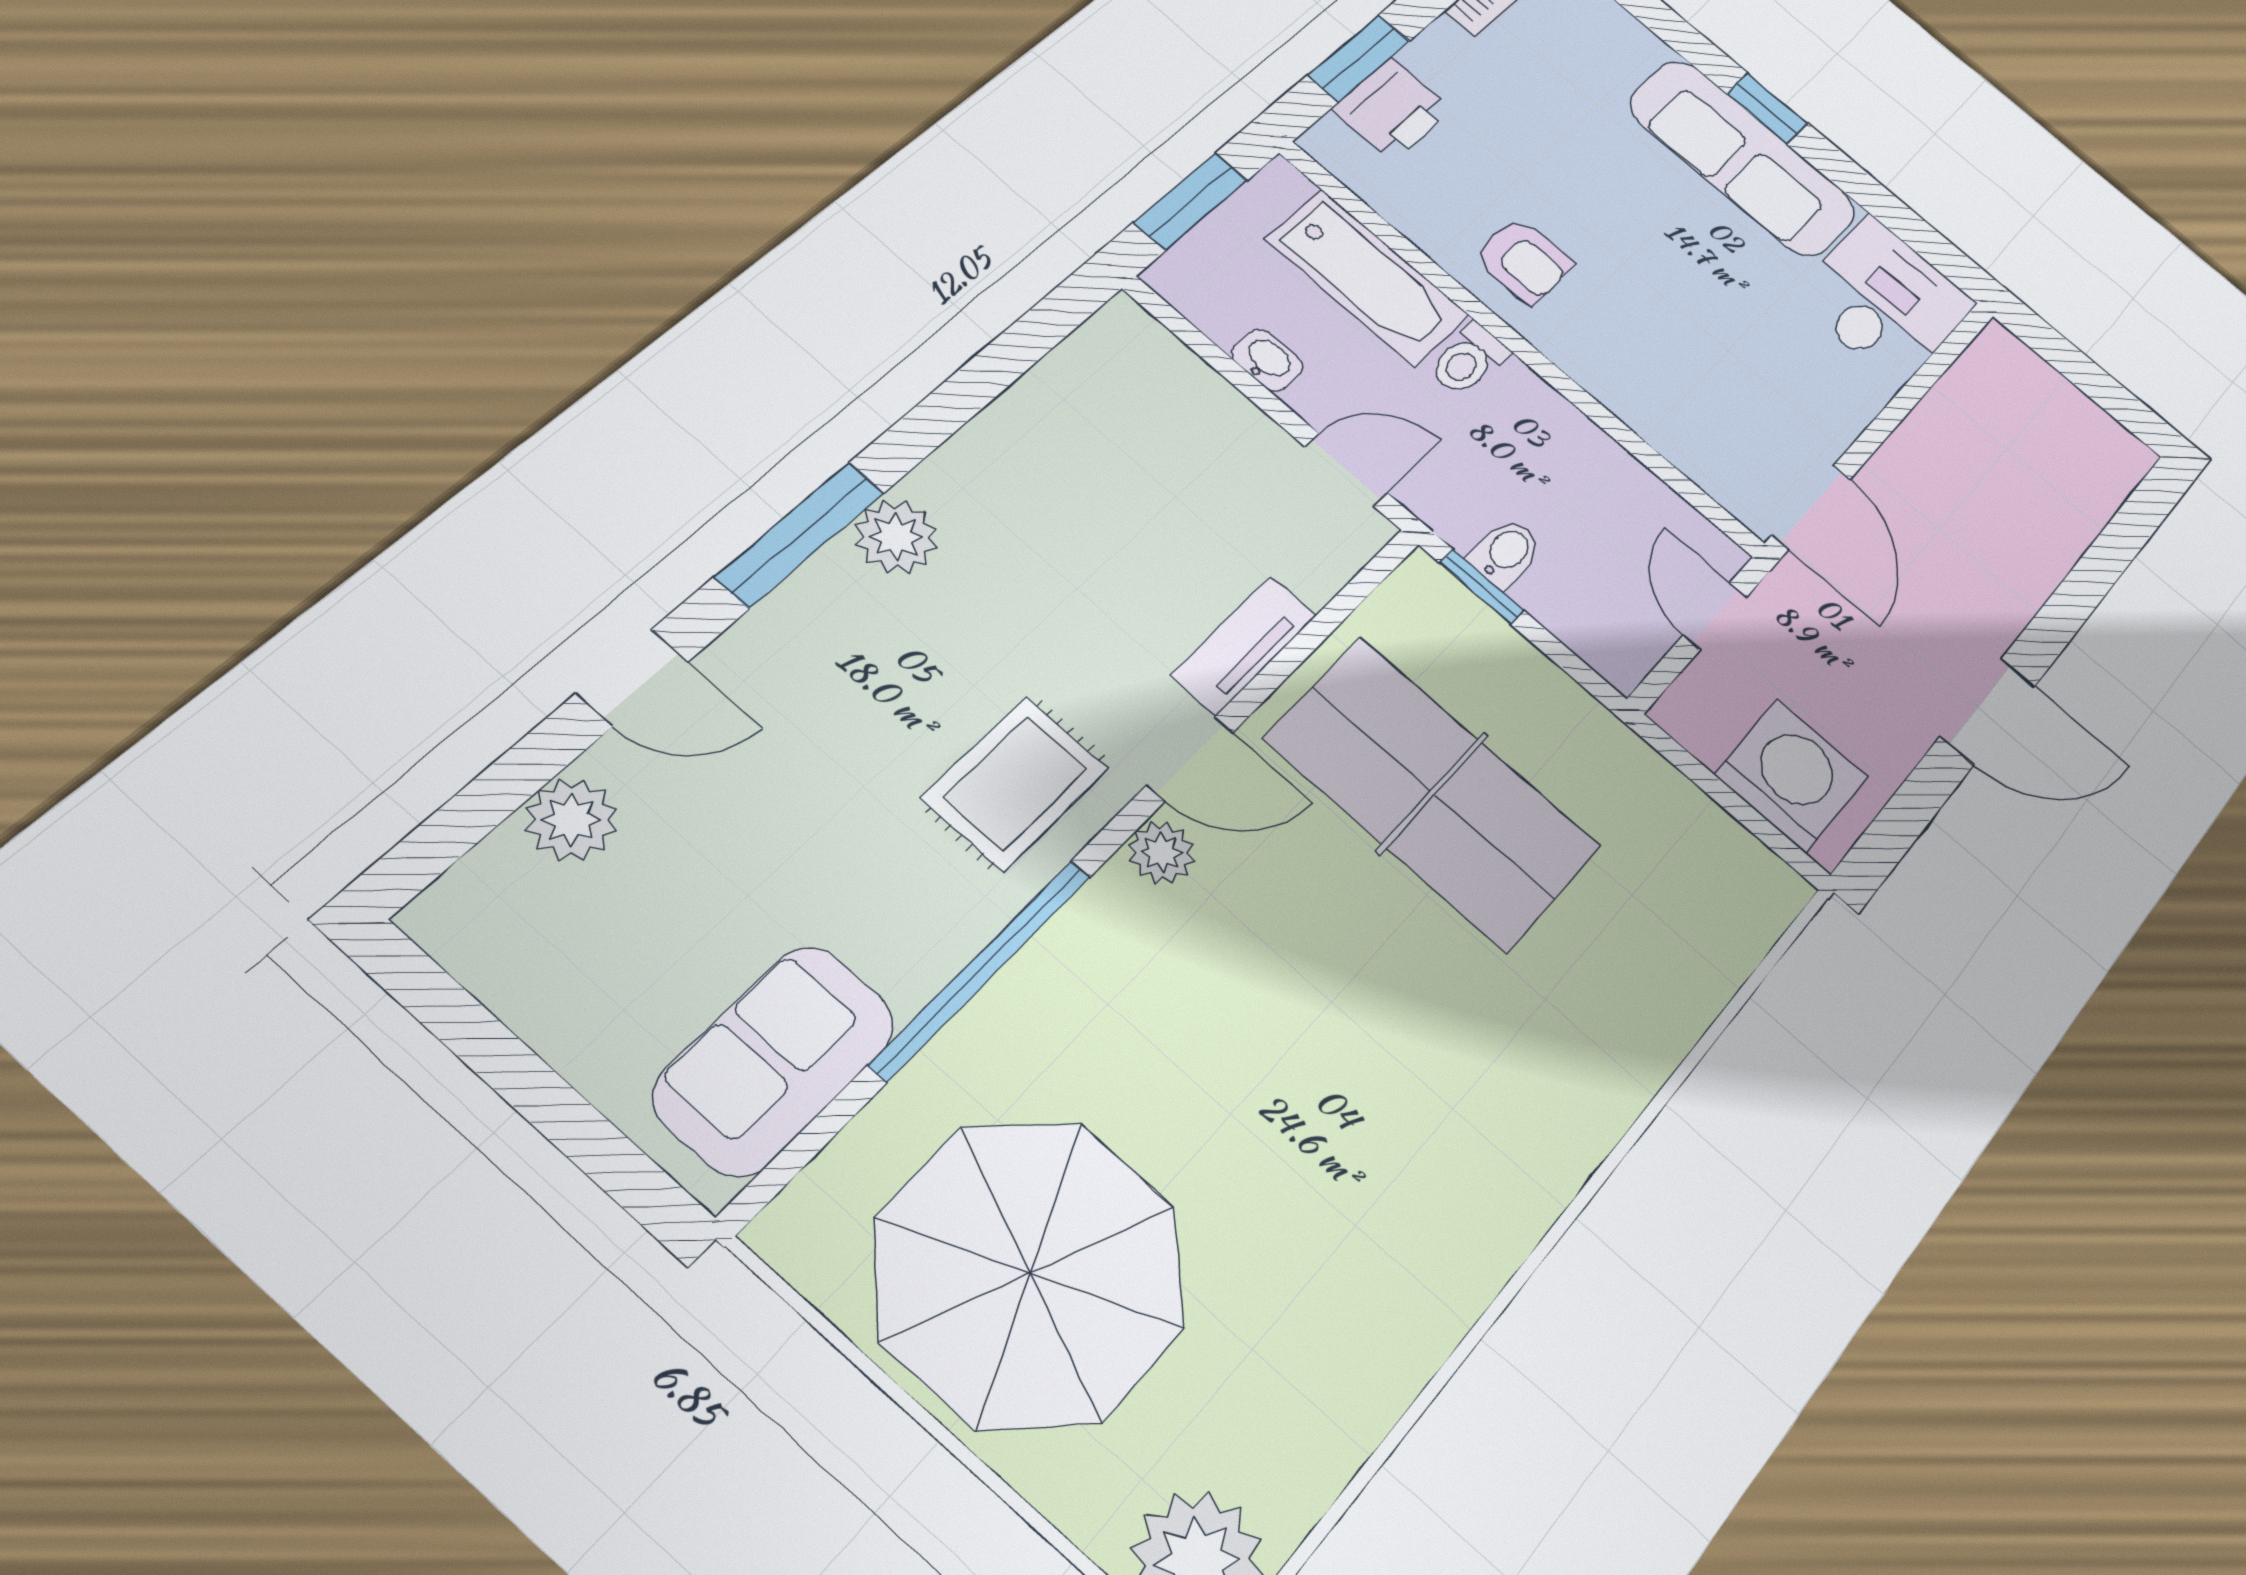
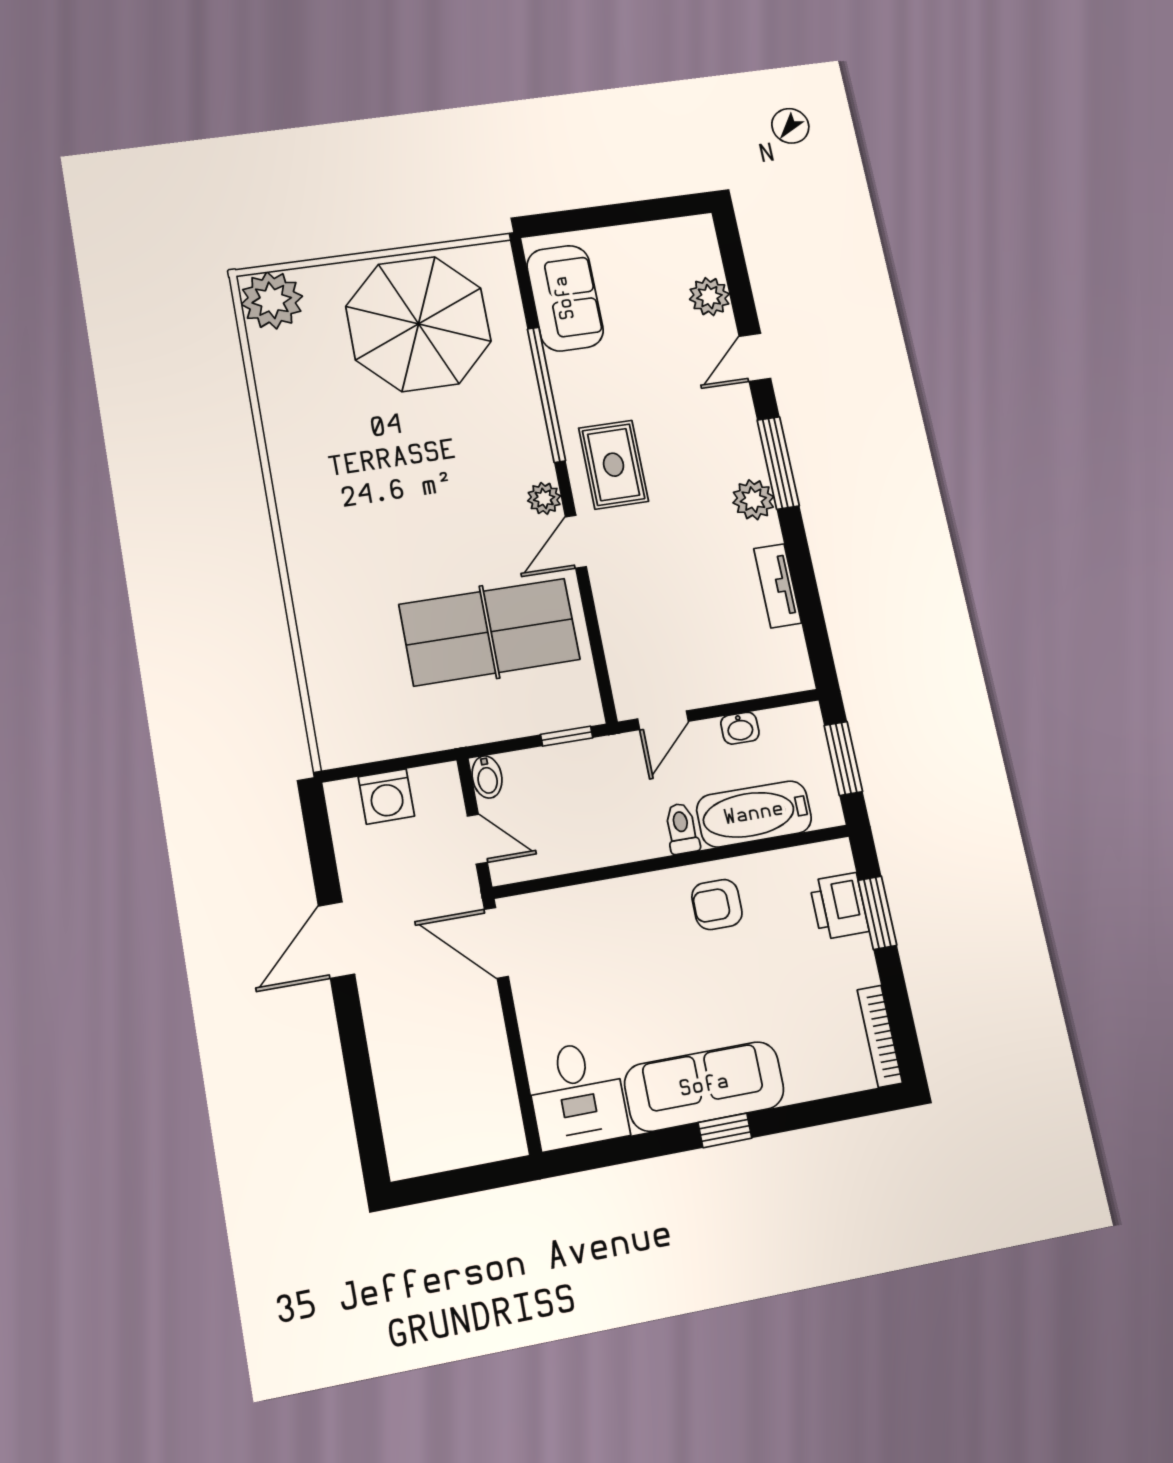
bidet: (1506, 553) -> (487, 777), moved
tv unit: (1244, 645) -> (778, 586), moved, turned 180
washing machine: (1792, 776) -> (386, 797), width x0.73, depth x0.73

